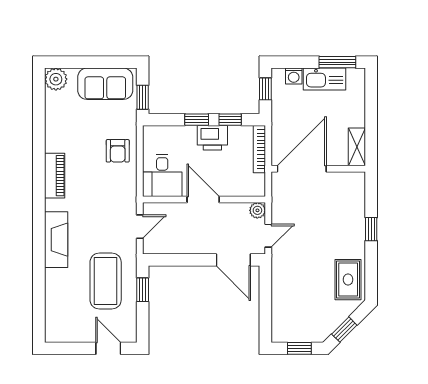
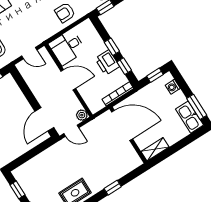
kitchen sink: (324, 79) -> (190, 117), moved
door: (203, 199) -> (68, 80), hinge flipped

